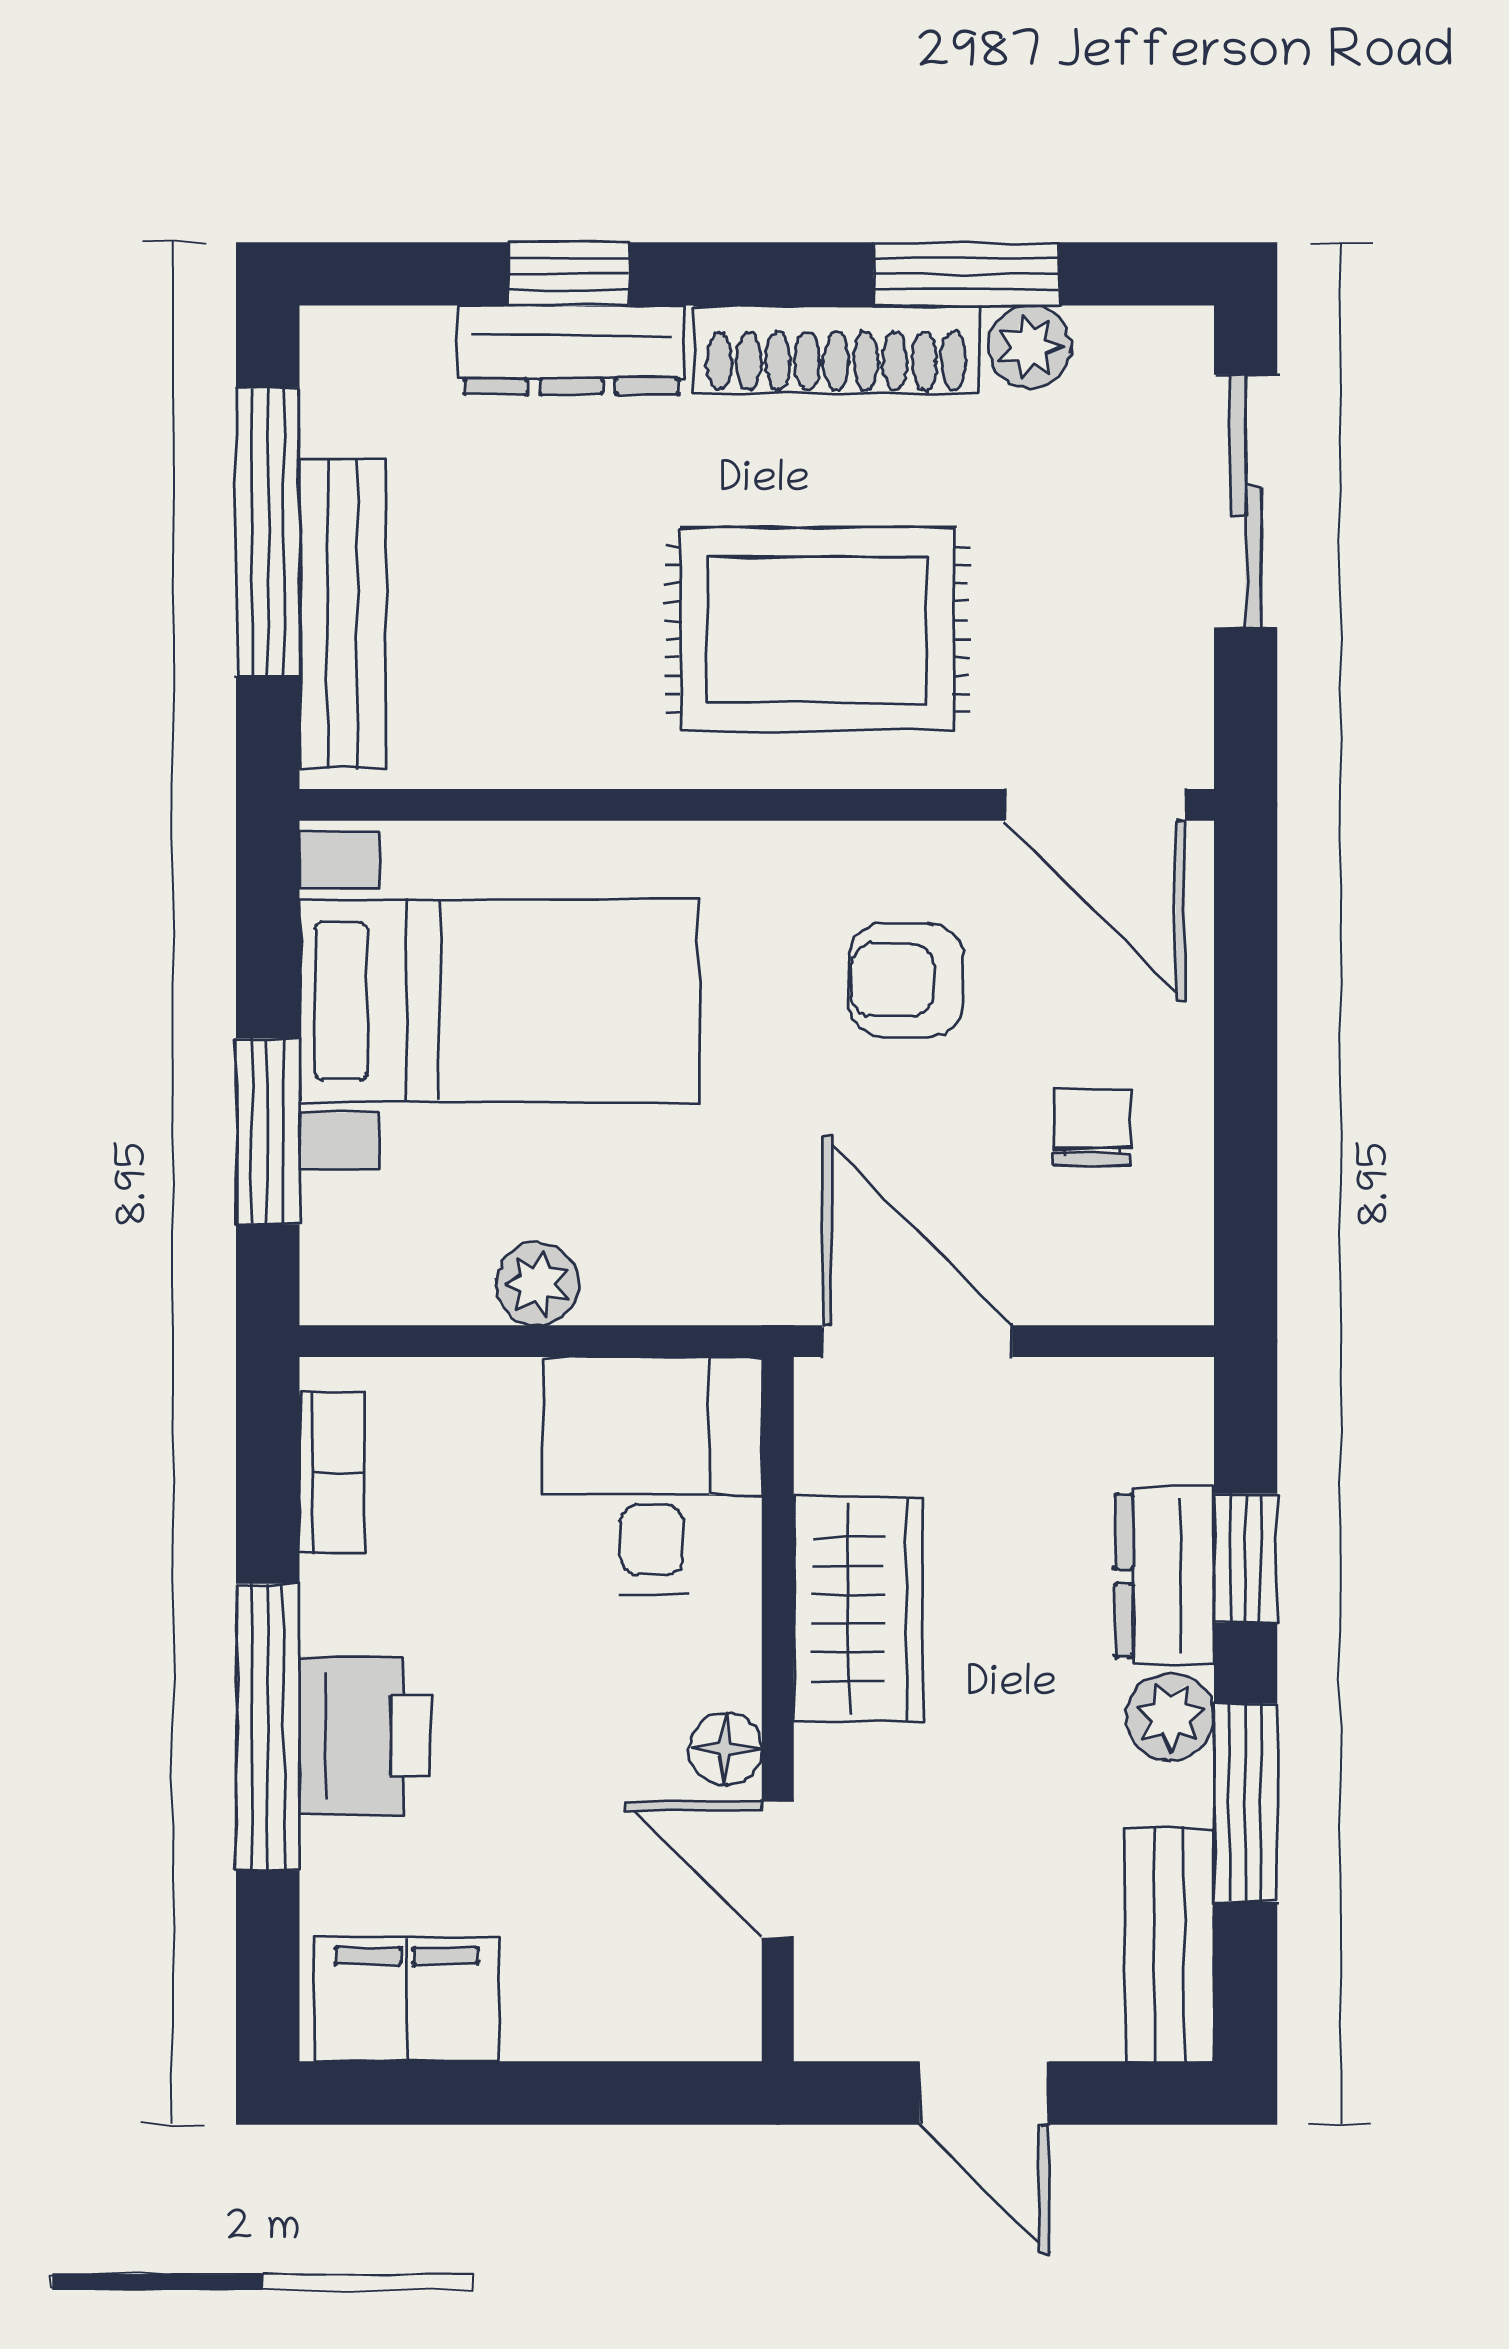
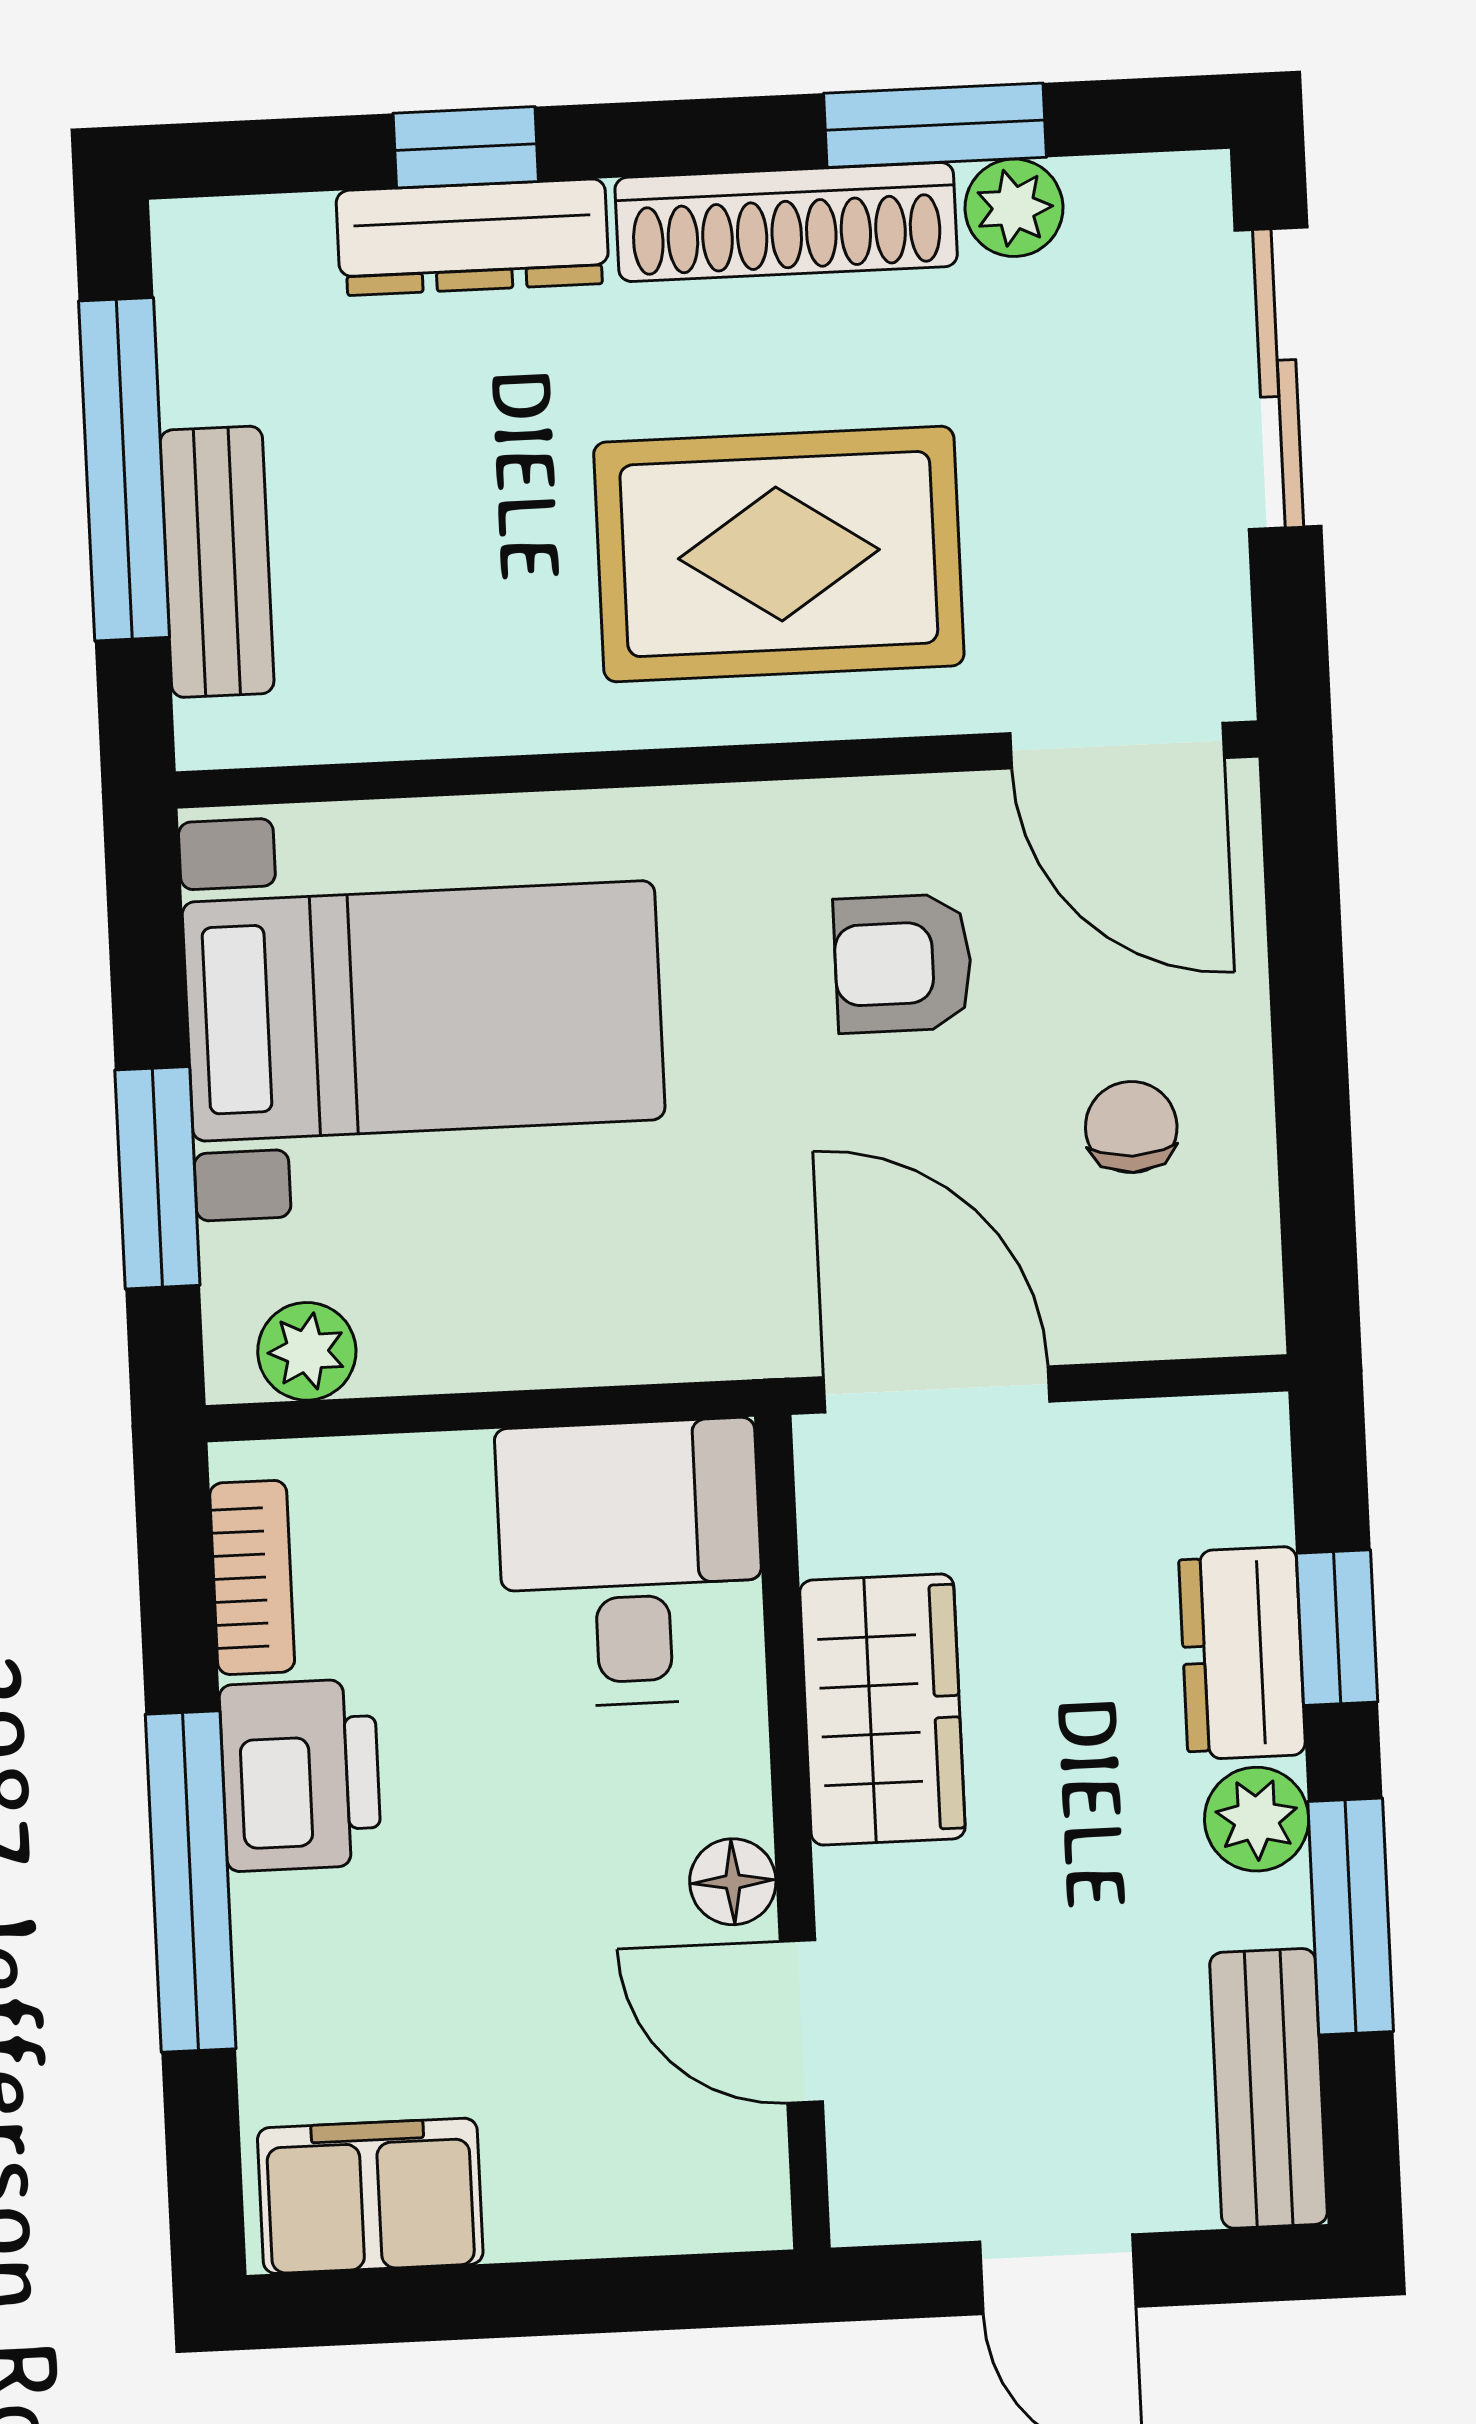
bench: (343, 614) -> (217, 562), width x0.73
plant: (537, 1284) -> (307, 1351), moved
printer: (365, 1736) -> (300, 1775), moved

